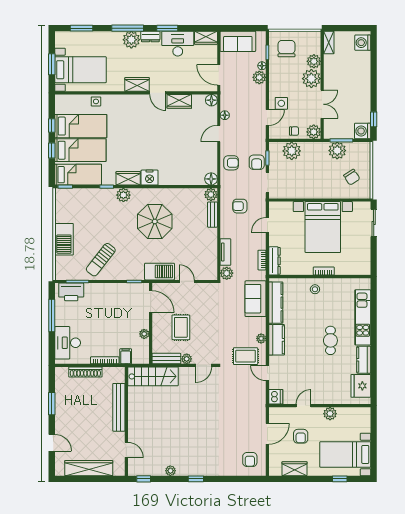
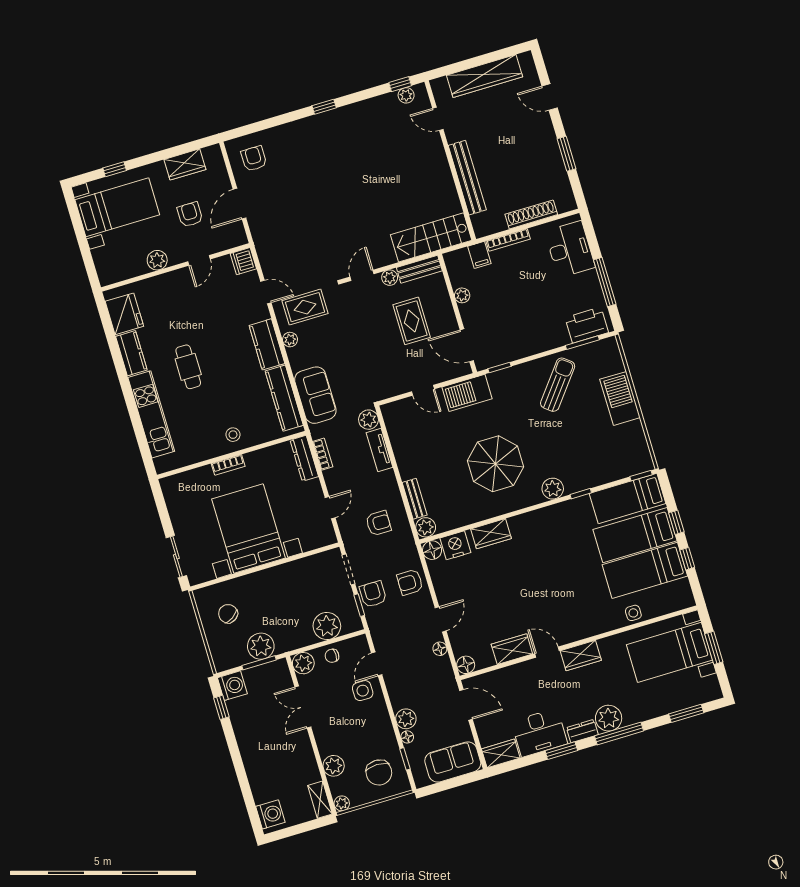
plant: (311, 79) -> (342, 803), moved, width x0.53, depth x0.53
wardrobe: (128, 178) -> (491, 534), moved
nightstand: (150, 178) -> (455, 545), moved
plant: (170, 471) -> (406, 95), moved

